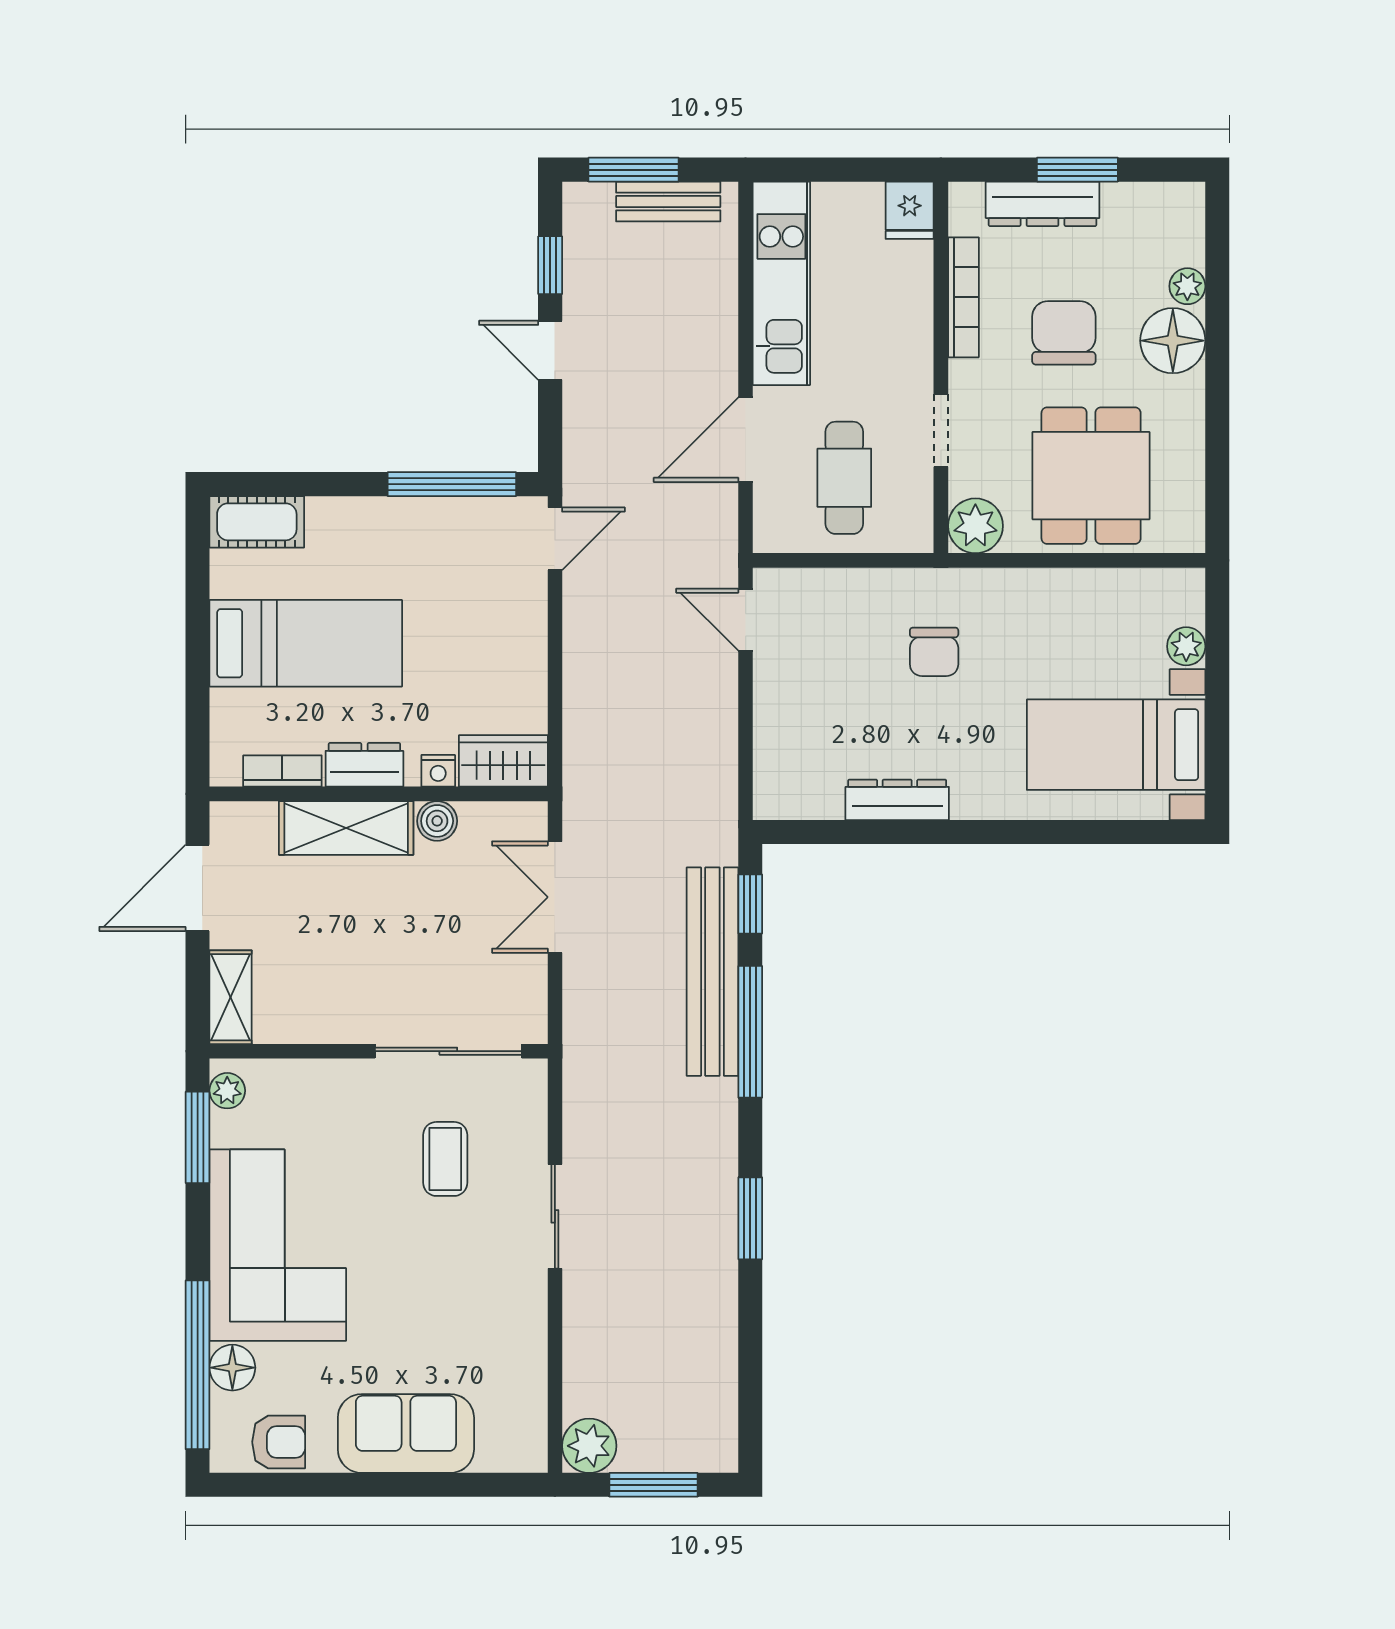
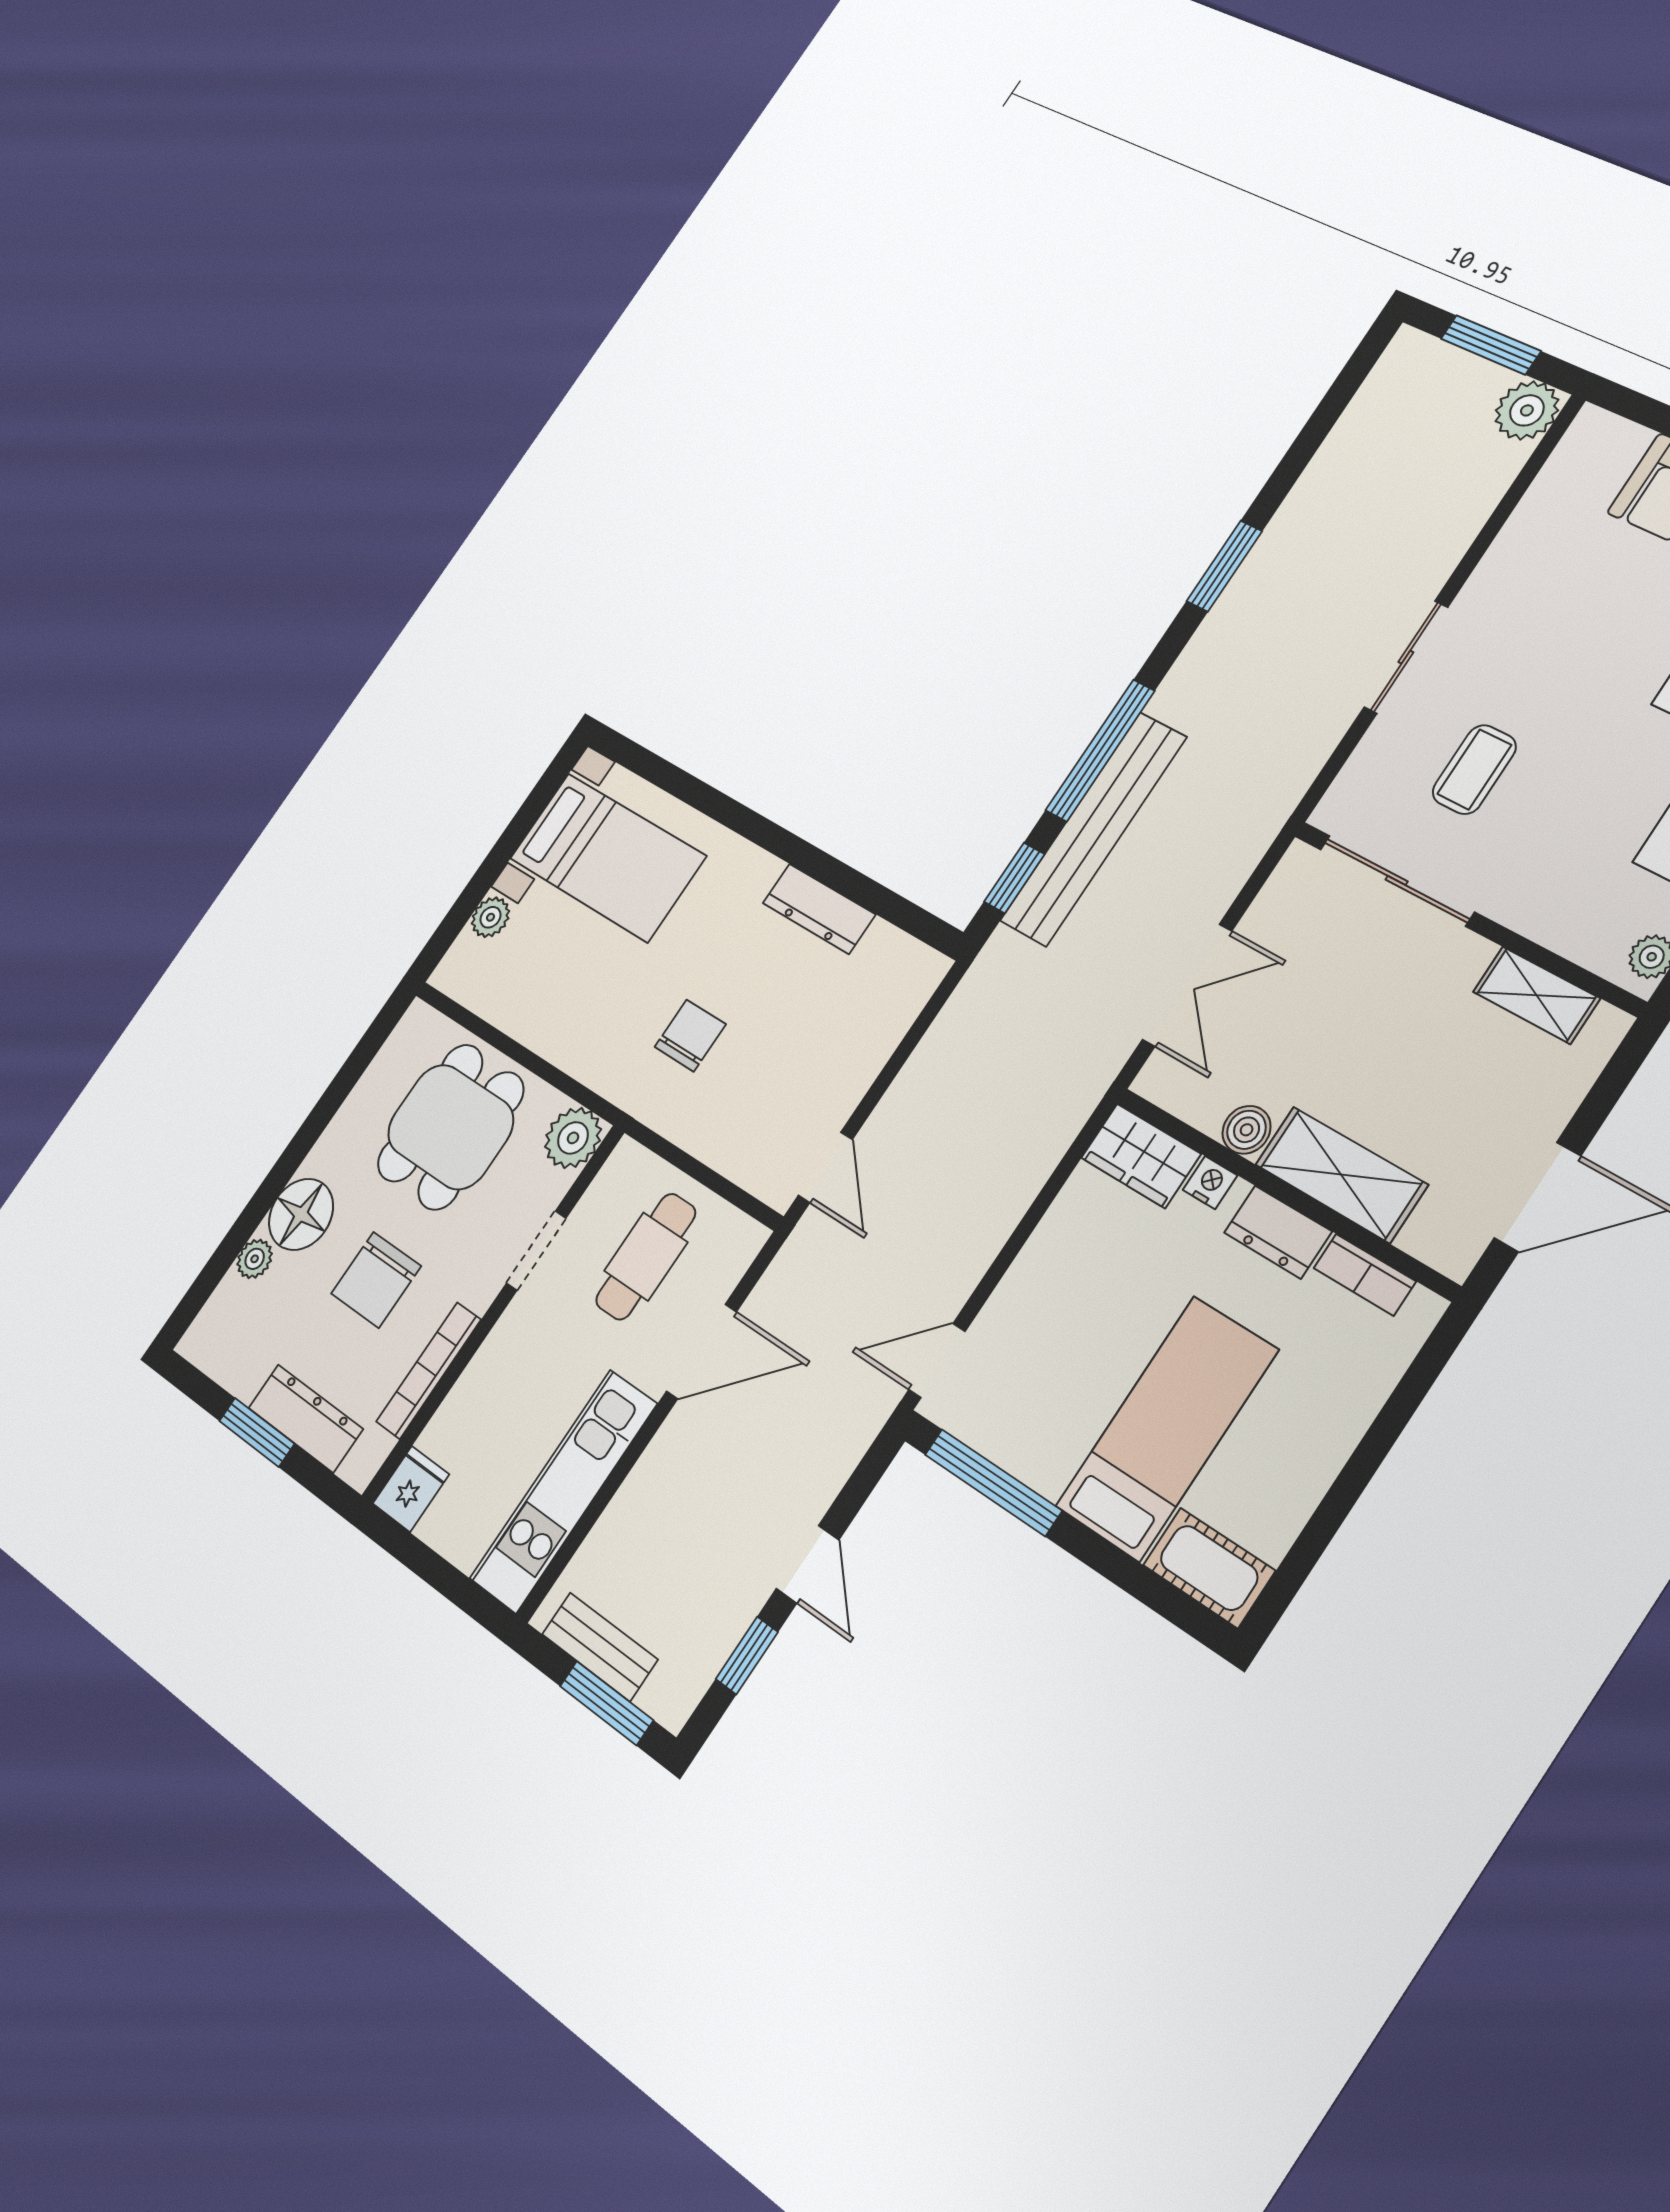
bed: (306, 643) -> (1167, 1428), moved, turned 90
shelving: (231, 997) -> (1536, 995), moved, turned 90

